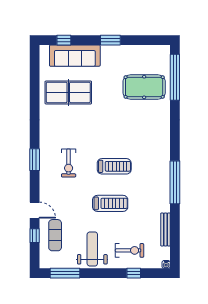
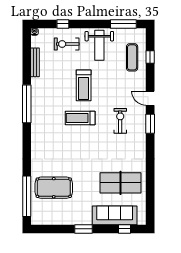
treadmill: (110, 203) -> (84, 85), turned -90
door: (35, 210) -> (150, 98), moved

